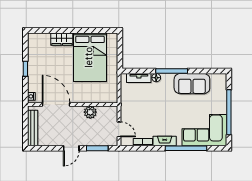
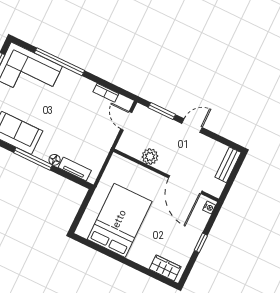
wardrobe: (62, 39) -> (165, 268), moved
bench: (33, 128) -> (228, 165), width x0.73
fireplace: (165, 141) -> (80, 82), removed

